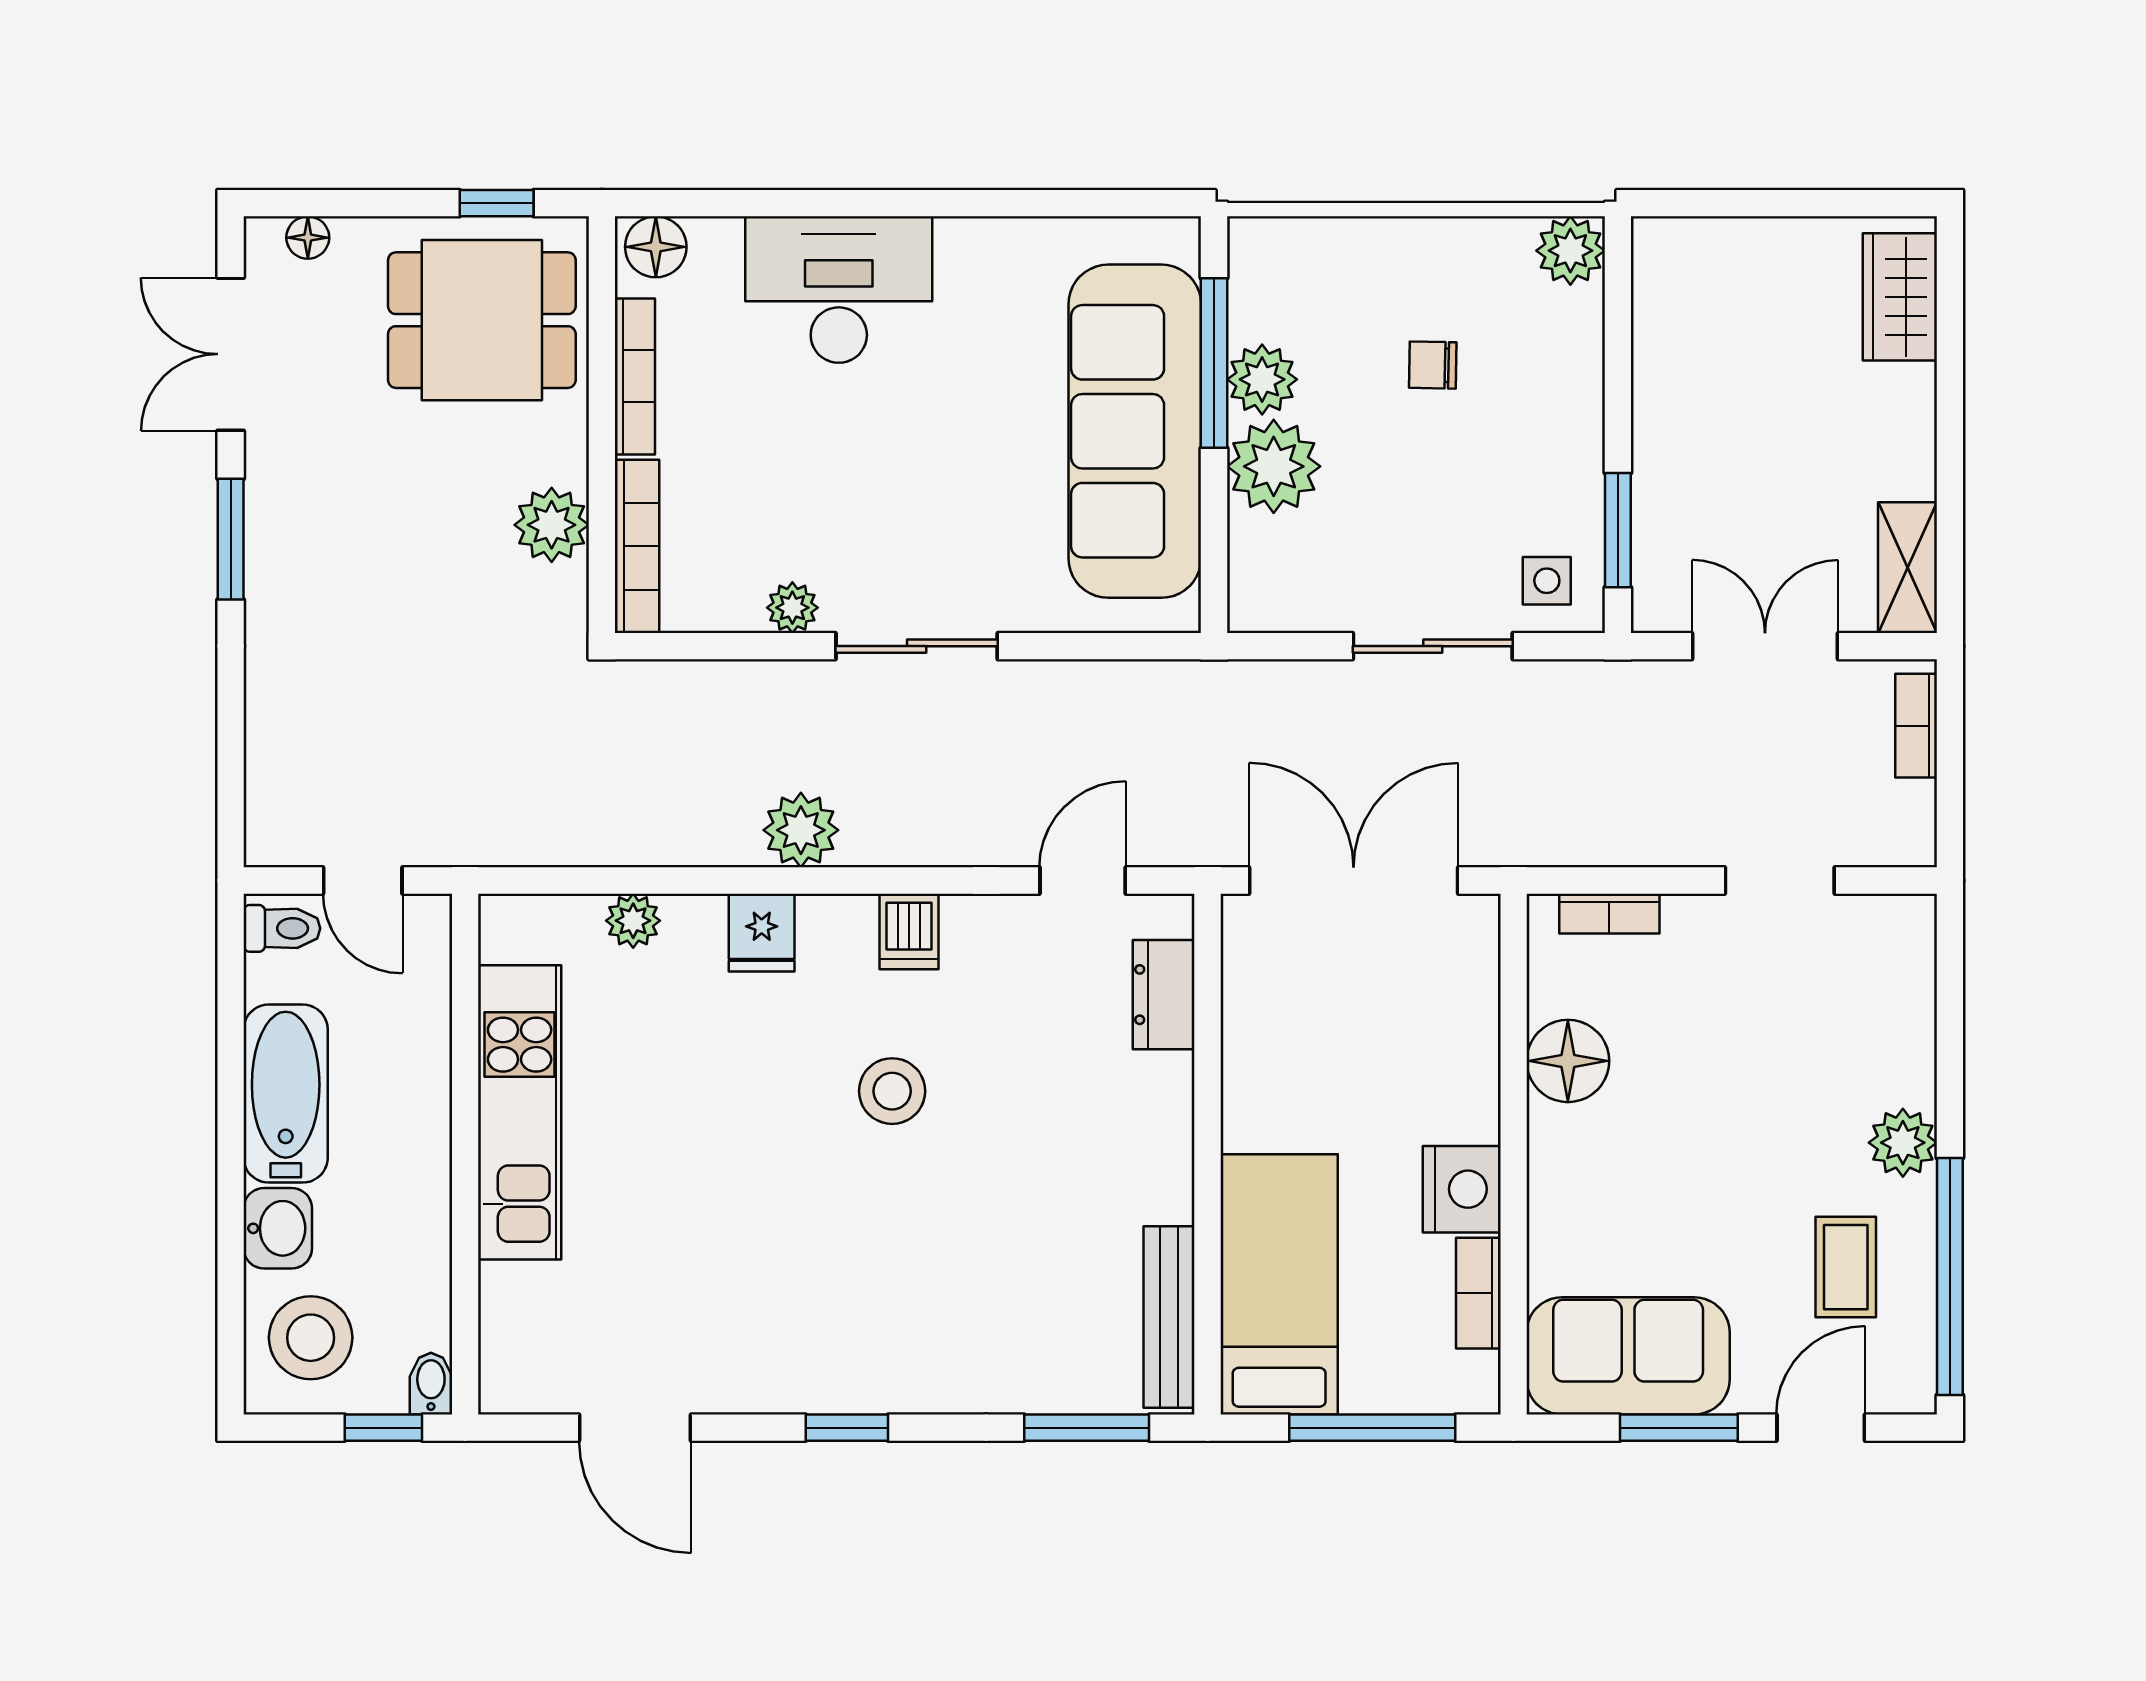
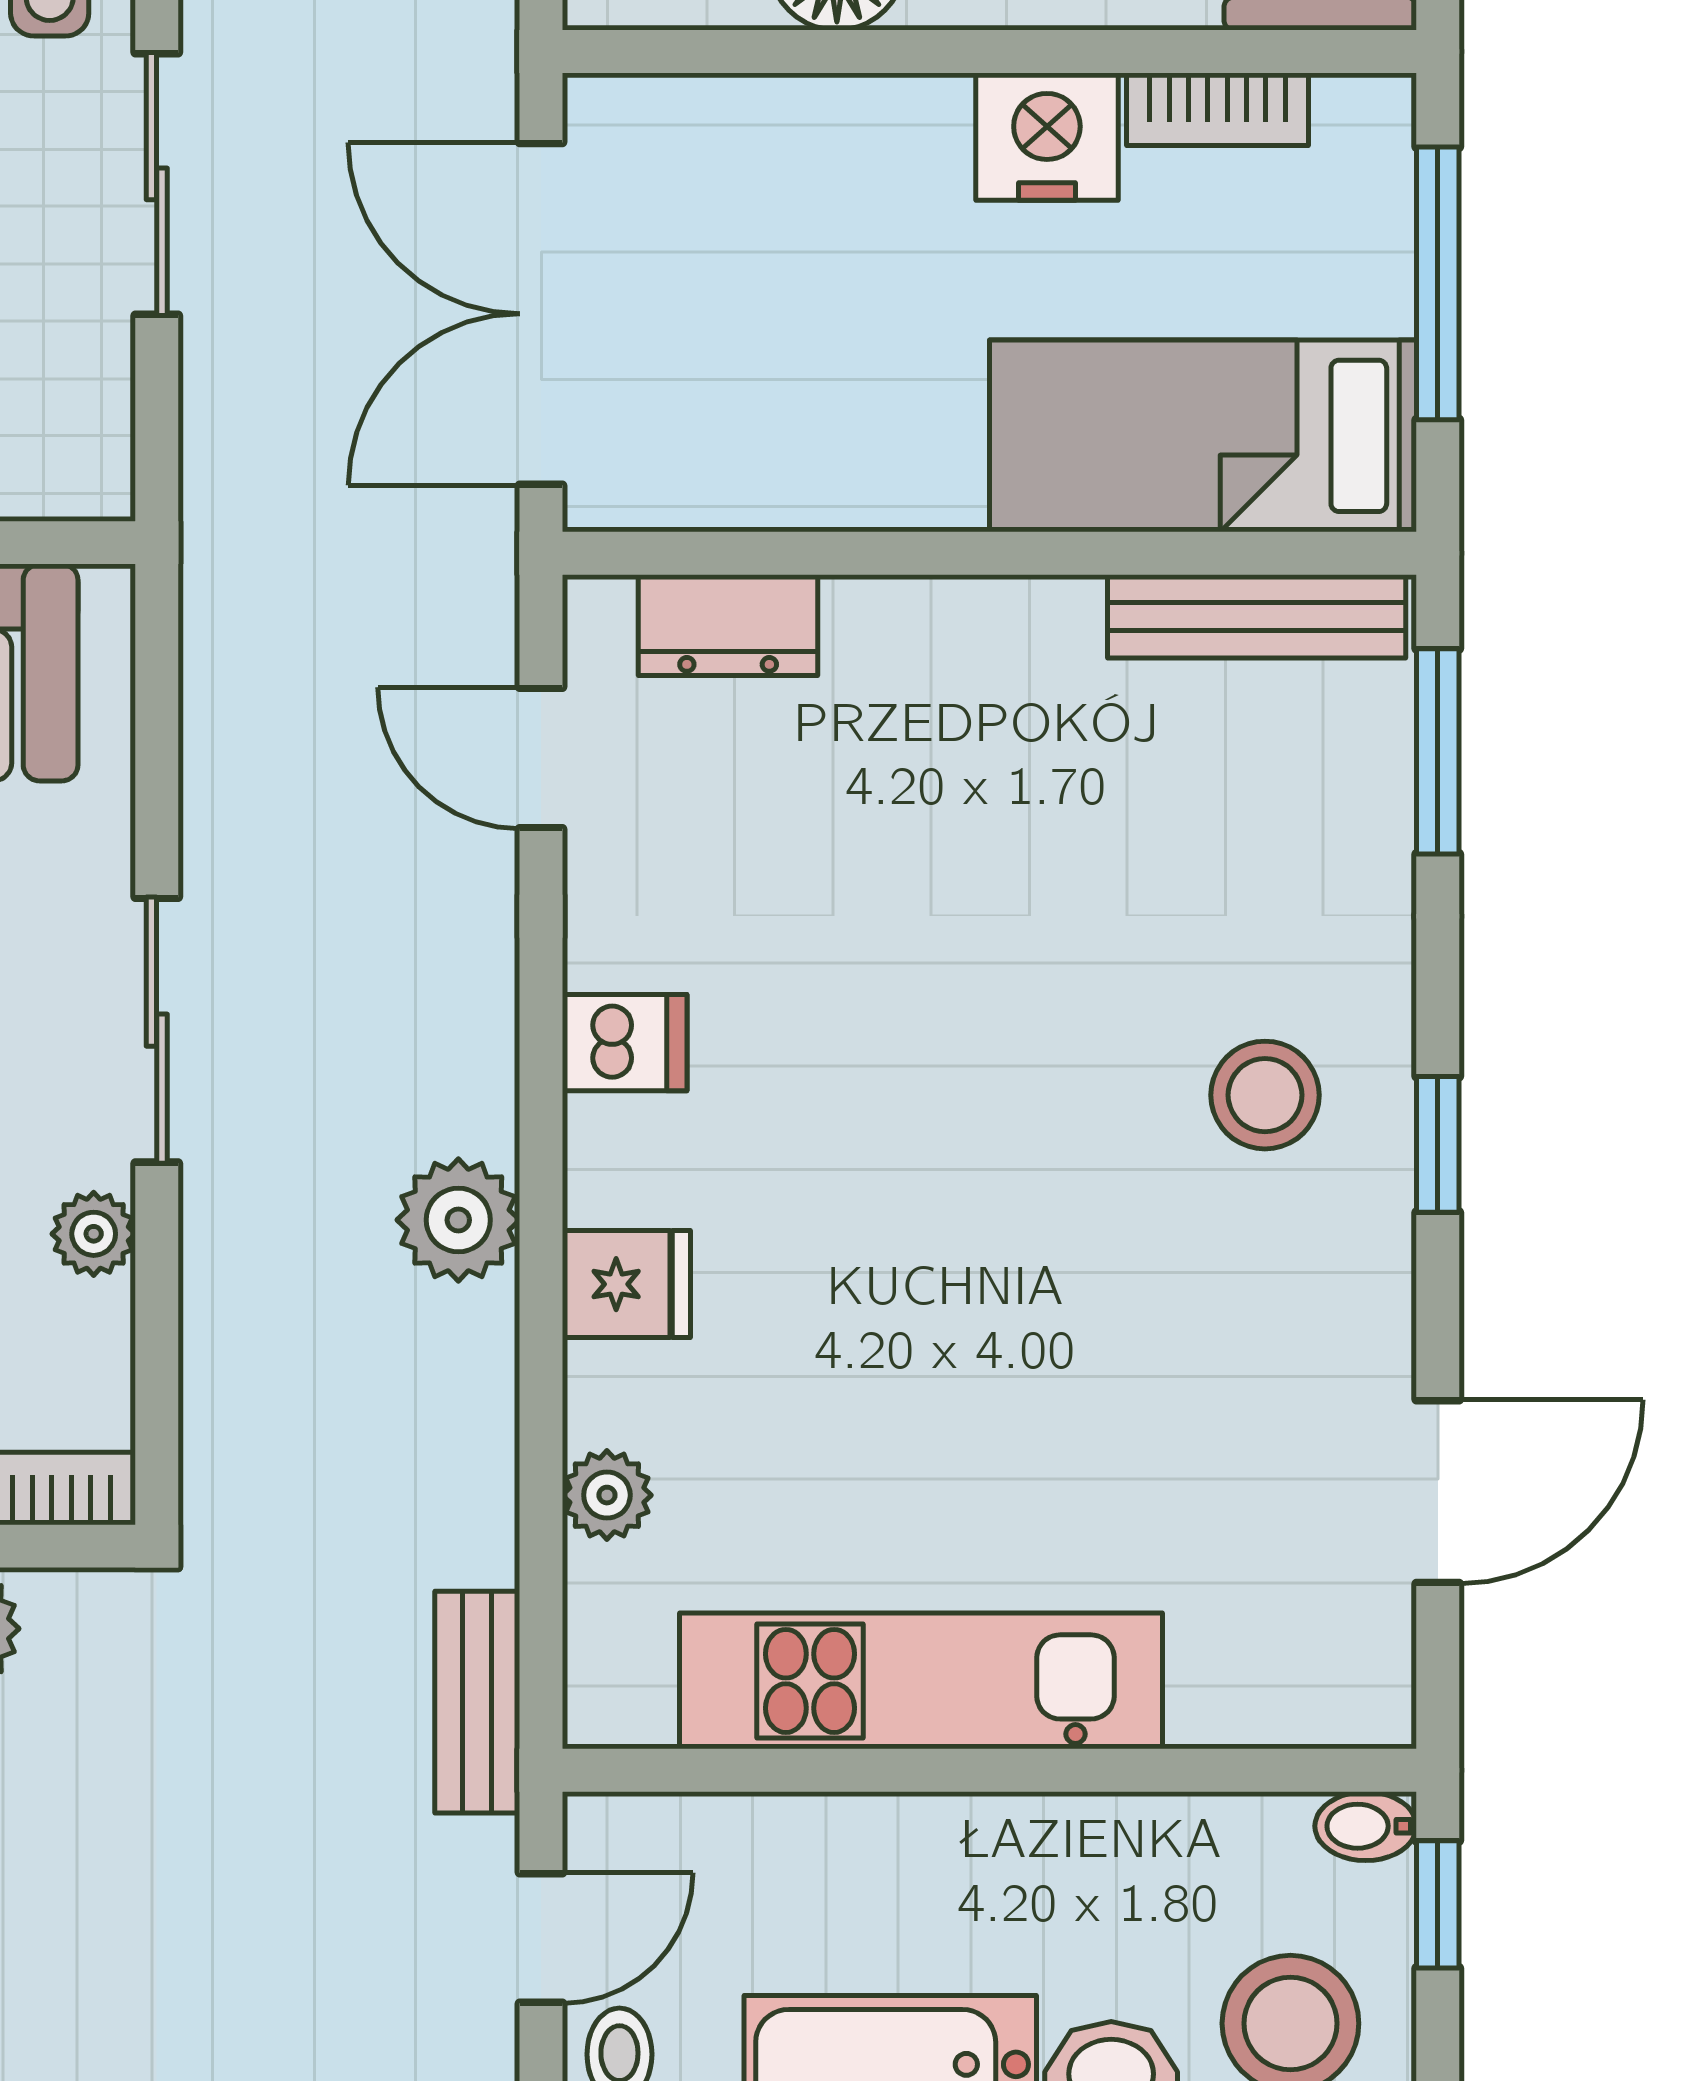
bench: (507, 842) -> (477, 1702), added
stool: (892, 1091) -> (1265, 1095), moved

